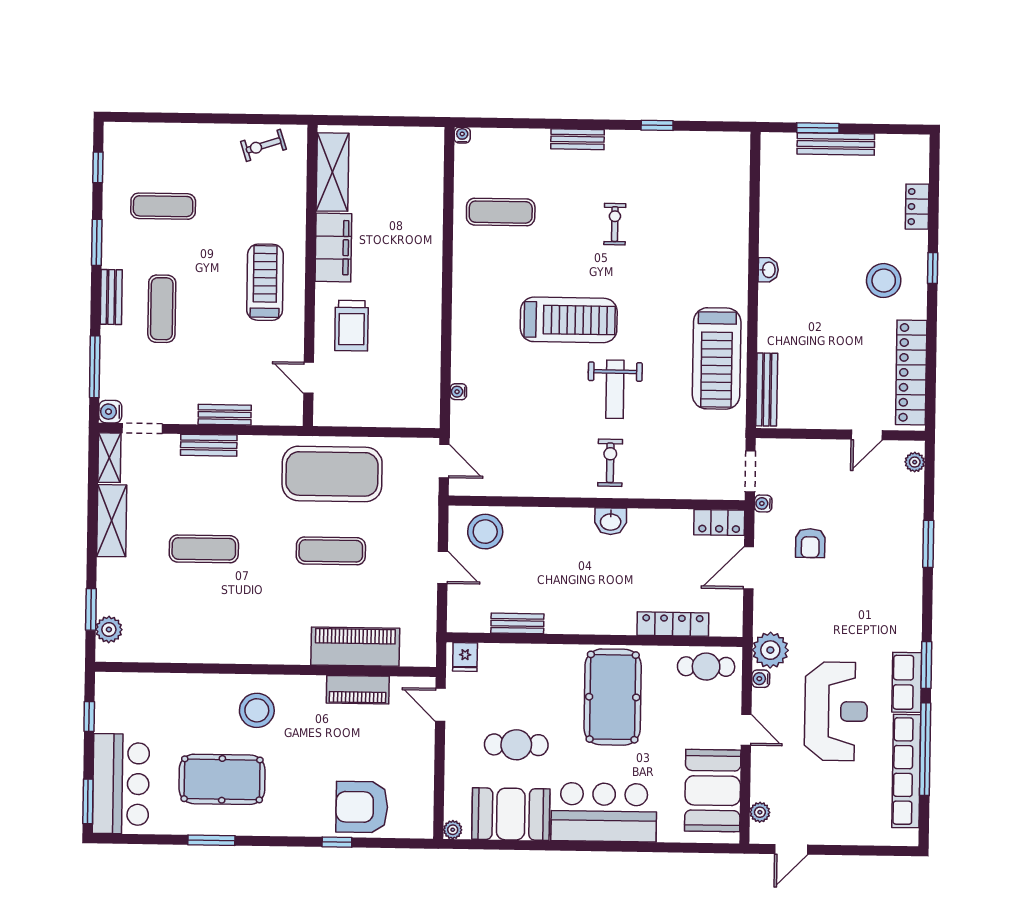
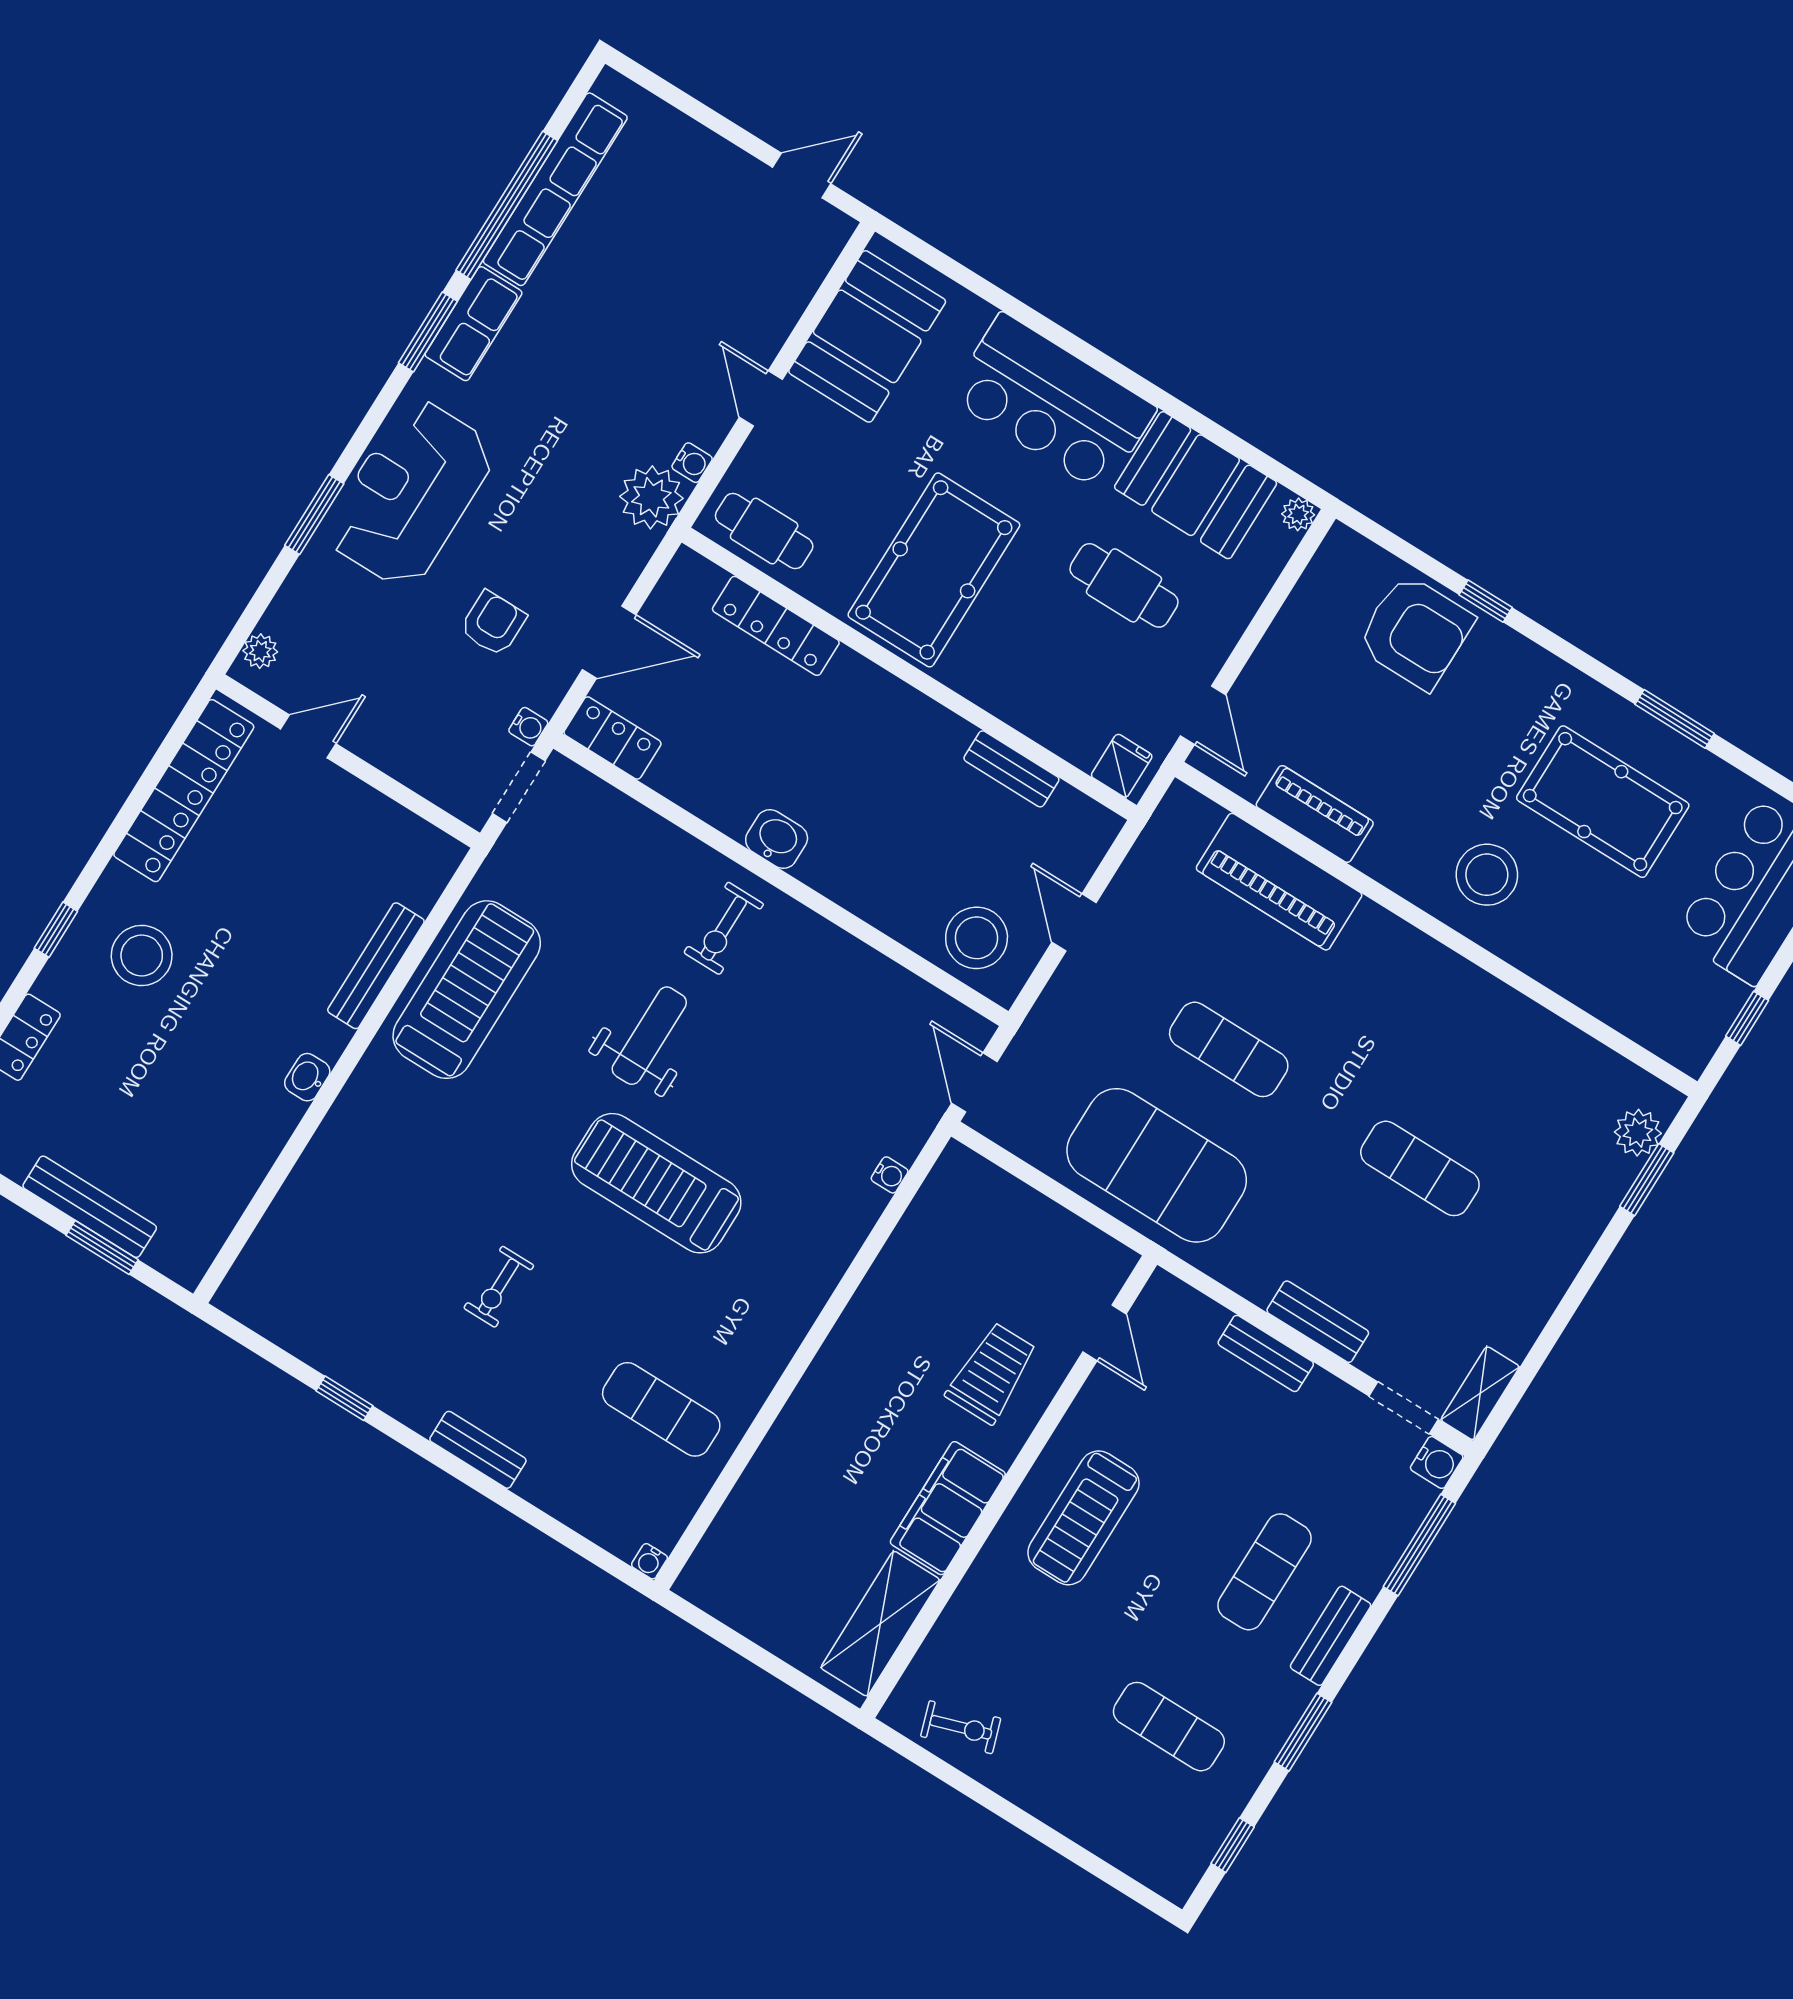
bench: (767, 390) -> (376, 966), moved
shelving: (112, 521) -> (1534, 1295), removed
reception desk: (836, 711) -> (410, 493), moved
plant: (760, 812) -> (815, 260), removed

